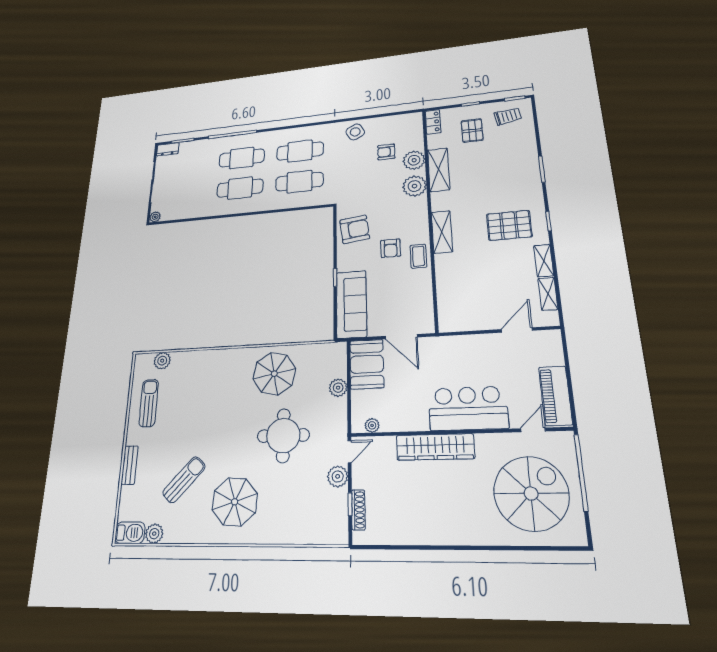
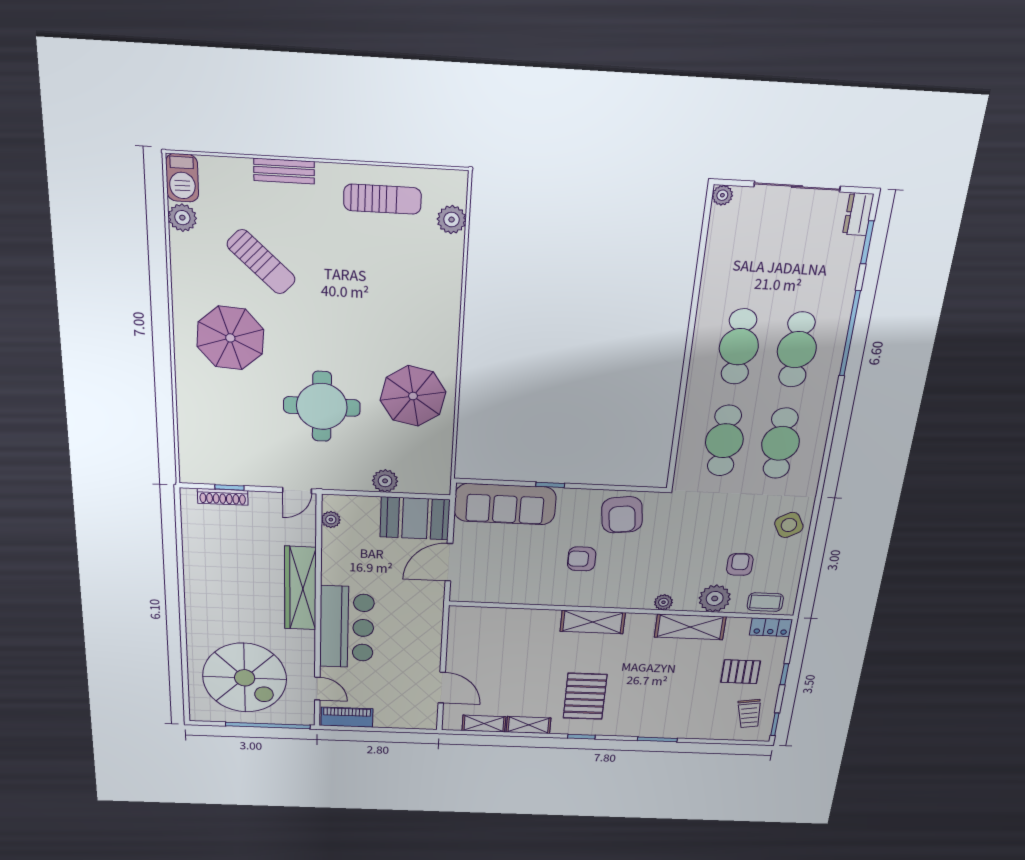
plant: (415, 186) -> (663, 602), width x0.53, depth x0.53
coffee table: (418, 256) -> (765, 602), moved
piano: (555, 396) -> (347, 717), width x0.73, depth x0.75
door: (349, 452) -> (297, 491), hinge flipped
plant: (338, 476) -> (265, 474), removed

